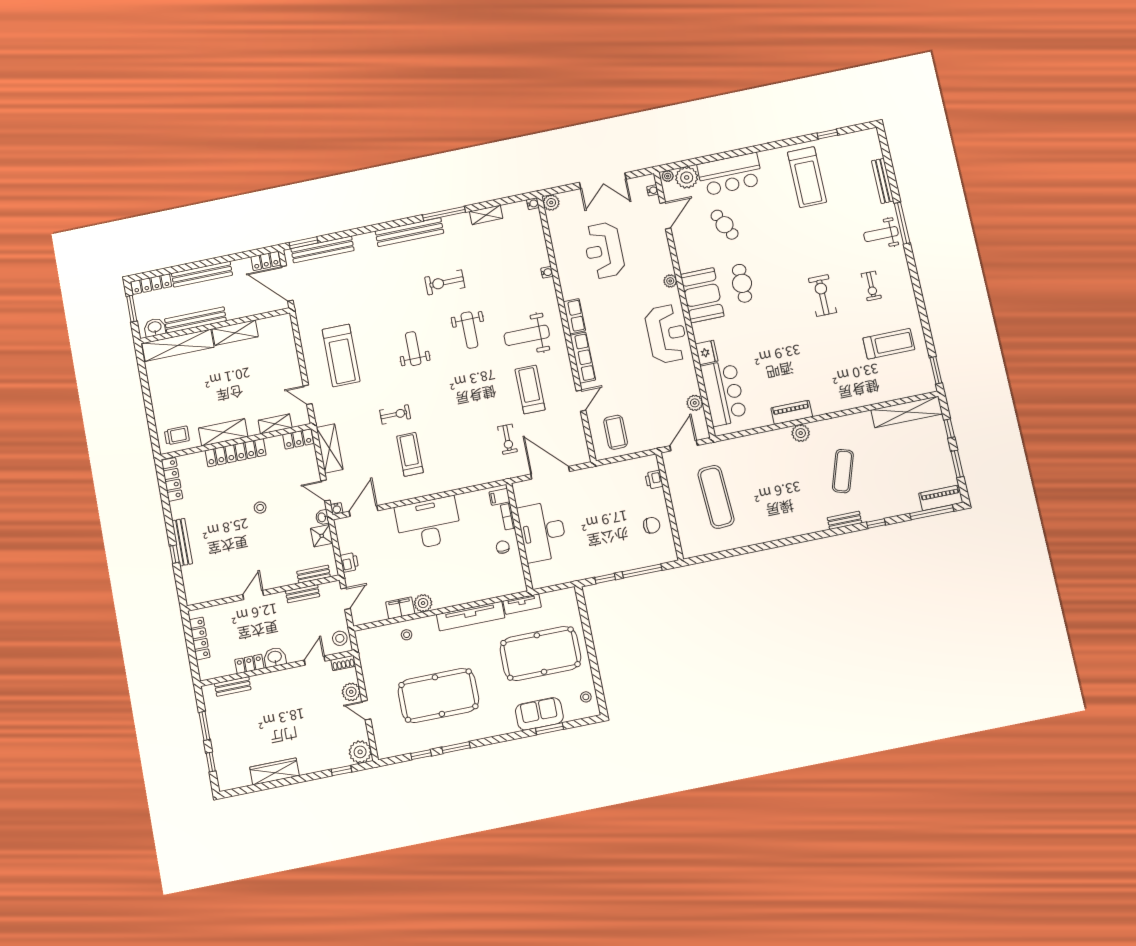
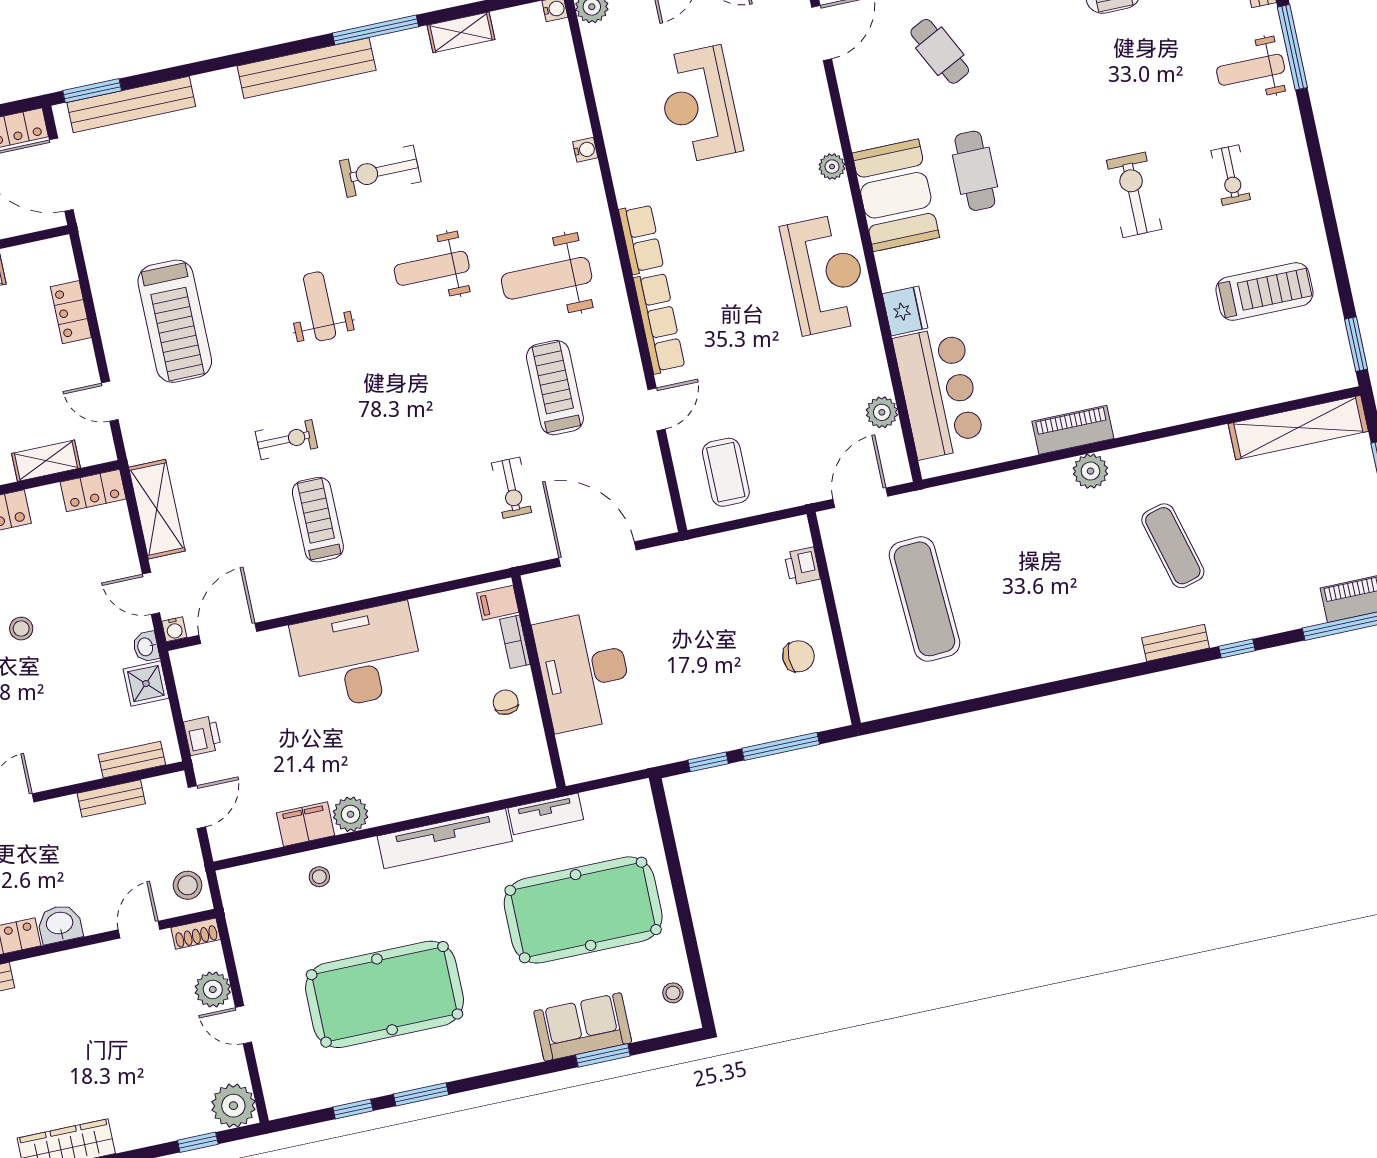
weight bench: (469, 330) -> (432, 268), turned 90
locker: (290, 351) -> (71, 312), added
exercise mat: (843, 471) -> (1173, 546), turned -33

